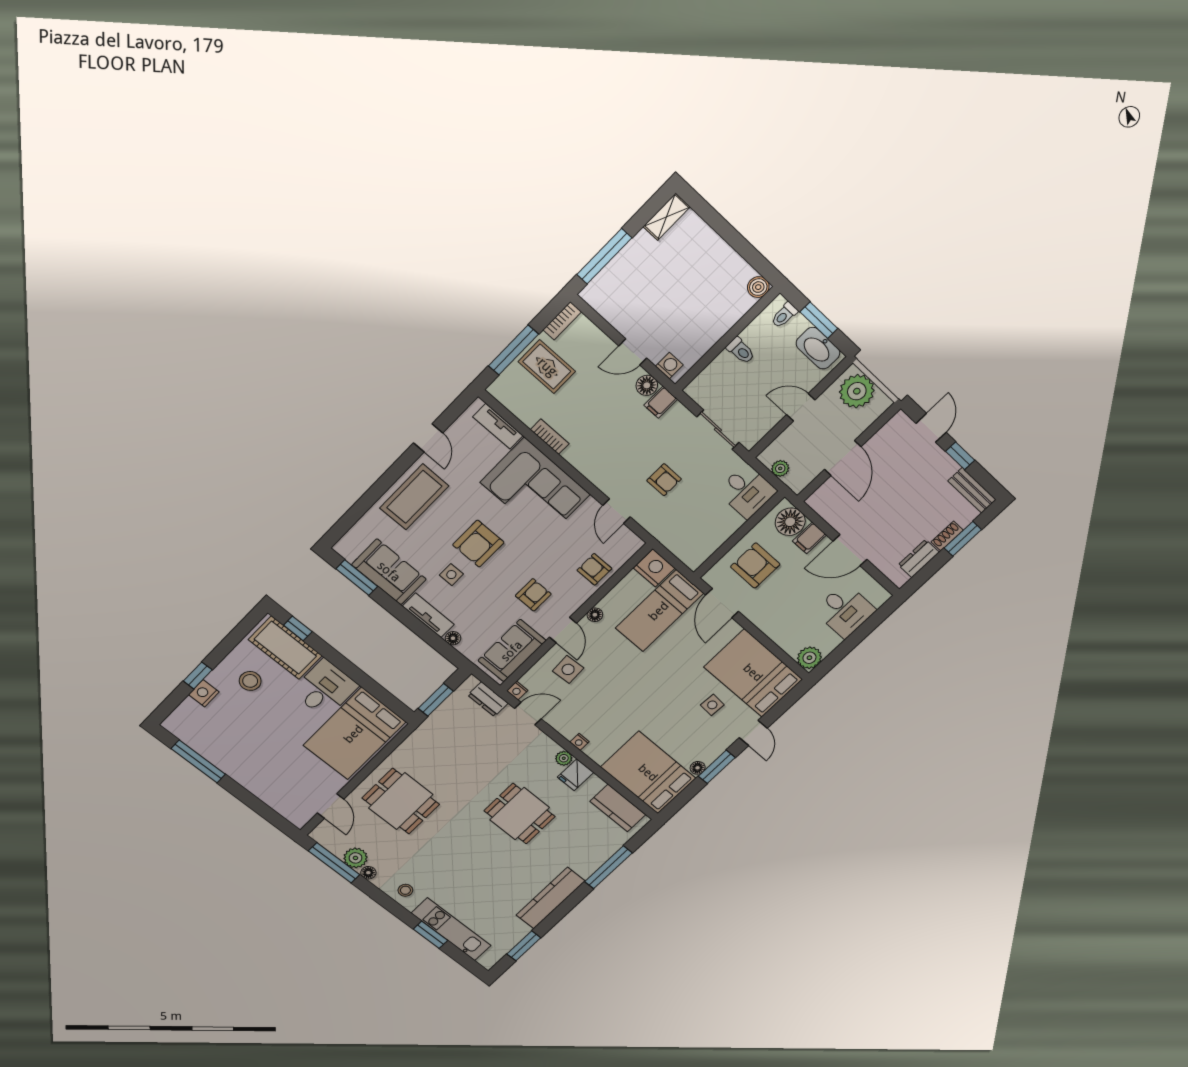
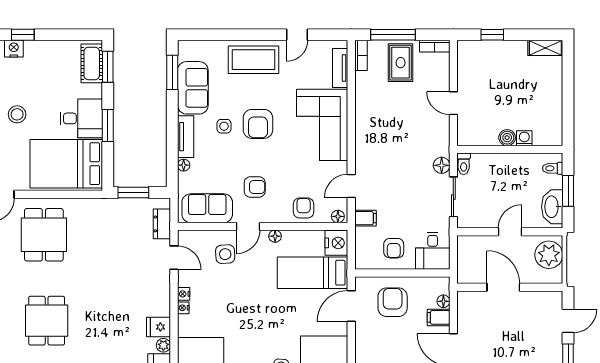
window: (604, 256) -> (492, 35), width x0.46
boiler: (758, 287) -> (507, 138), moved
toilet: (741, 351) -> (464, 164), moved
washing machine: (669, 366) -> (524, 138), moved, turned -90
floor lamp: (647, 385) -> (442, 165), moved
filing cabinet: (661, 402) -> (365, 218), moved, turned 180
door: (801, 407) -> (510, 232), hinge flipped
bookcase: (550, 437) -> (361, 55), moved
door: (843, 458) -> (503, 287), swing flipped
plant: (780, 468) -> (464, 257), removed
armchair: (664, 480) -> (394, 248), moved
floor lamp: (790, 522) -> (443, 301), width x0.53, depth x0.53
armchair: (478, 544) -> (258, 124), turned -90
floor lamp: (632, 546) -> (338, 216), added
window: (298, 628) -> (108, 67), width x1.50
cot: (285, 648) -> (92, 63), width x0.73, depth x0.75
window: (353, 672) -> (108, 126), added
stool: (250, 681) -> (17, 114), moved
nightstand: (517, 691) -> (184, 294), moved
plant: (564, 758) -> (163, 345), moved
dining table: (520, 814) -> (47, 321), moved

